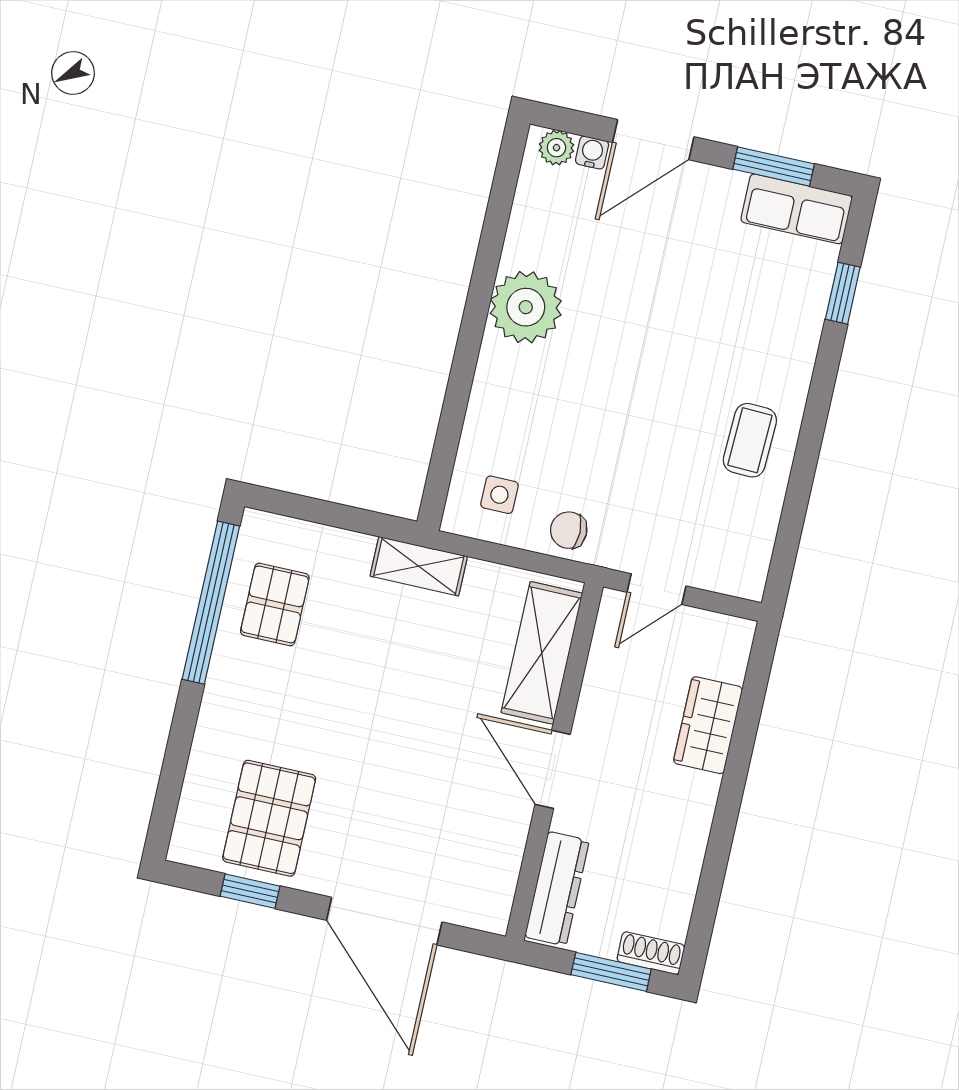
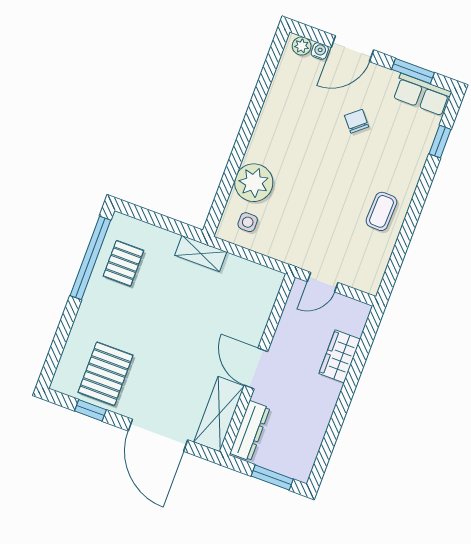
plant: (526, 307) -> (254, 183), moved
chair: (569, 530) -> (357, 121), moved, turned 50
shelving: (542, 653) -> (219, 414), moved
shoe rack: (651, 953) -> (294, 471), removed

